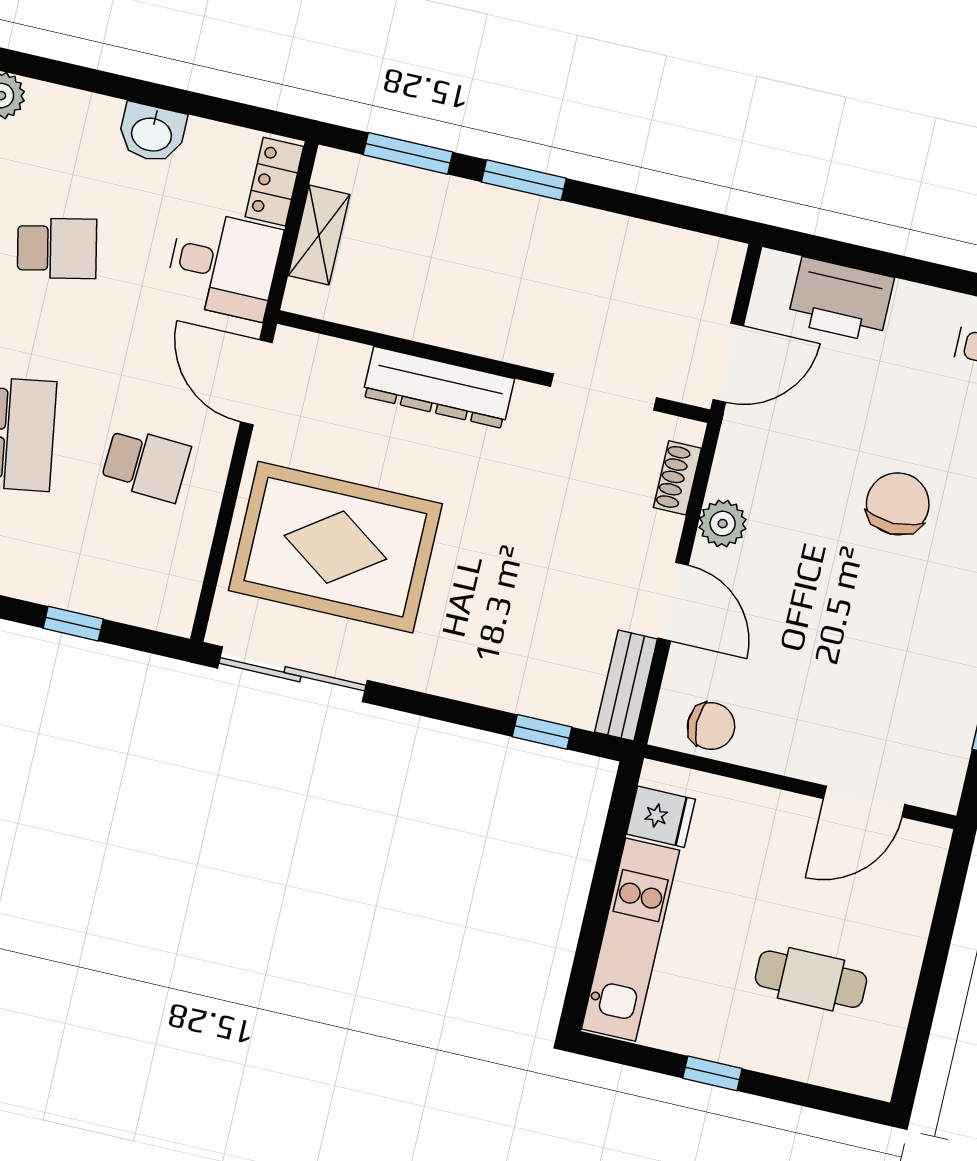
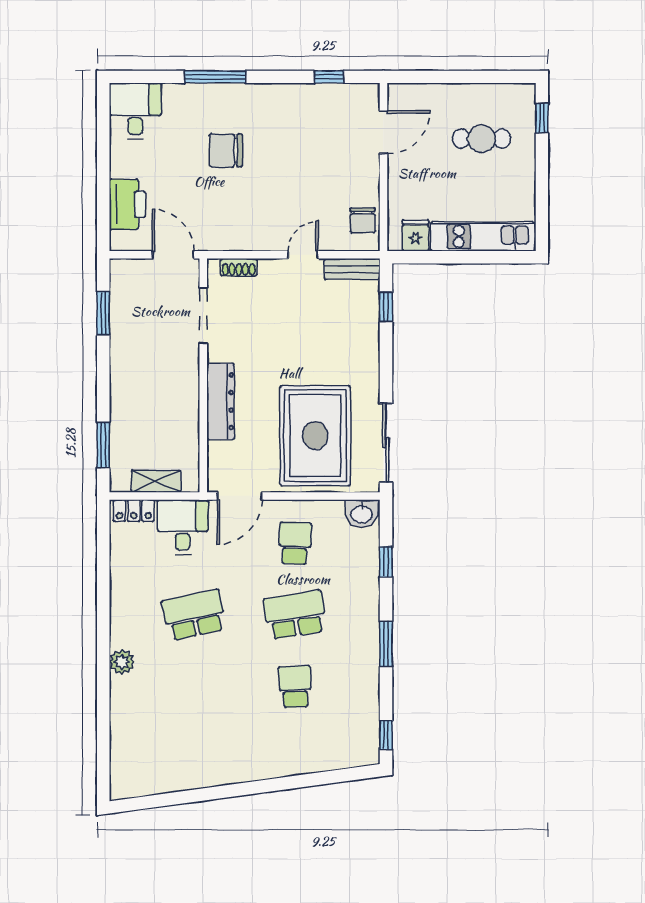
washbasin: (152, 133) -> (362, 514), moved, turned 90
window: (524, 180) -> (103, 313), moved
school desk: (57, 248) -> (194, 615), width x1.85
plant: (723, 524) -> (257, 239), removed
door: (673, 602) -> (303, 255), width x0.73
chair: (711, 726) -> (363, 220), turned 180
door: (864, 802) -> (383, 132), hinge flipped
cafe table: (811, 979) -> (481, 139), turned 90
window: (712, 1073) -> (542, 118), moved

